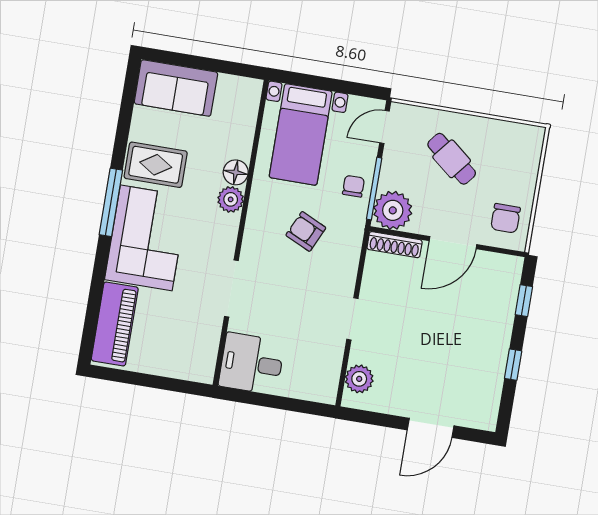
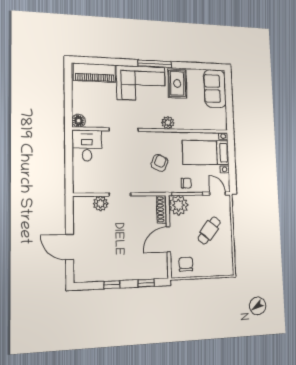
floor lamp: (236, 172) -> (79, 121), moved
chair: (506, 218) -> (186, 264), turned 90
door: (453, 243) -> (168, 239), hinge flipped
plant: (359, 379) -> (101, 203), moved

